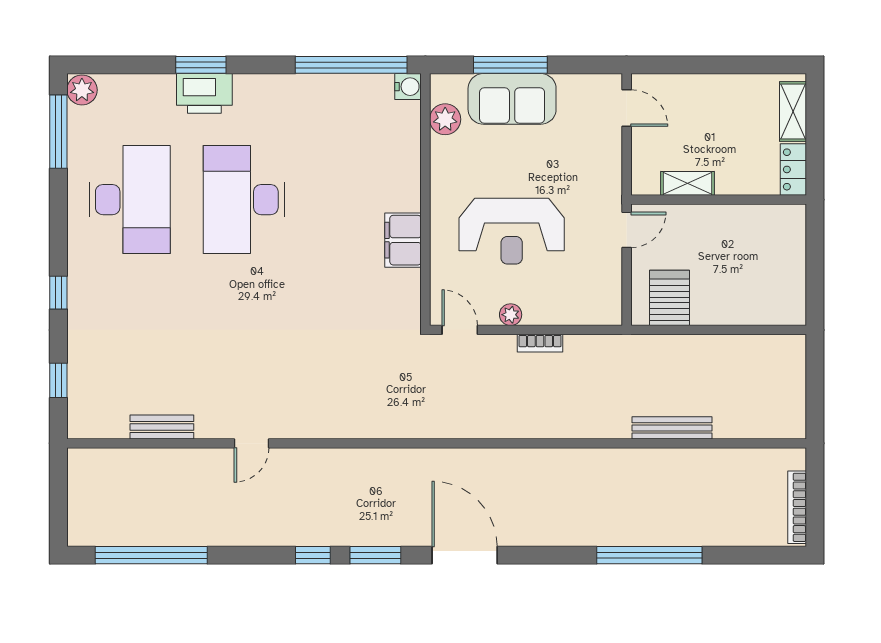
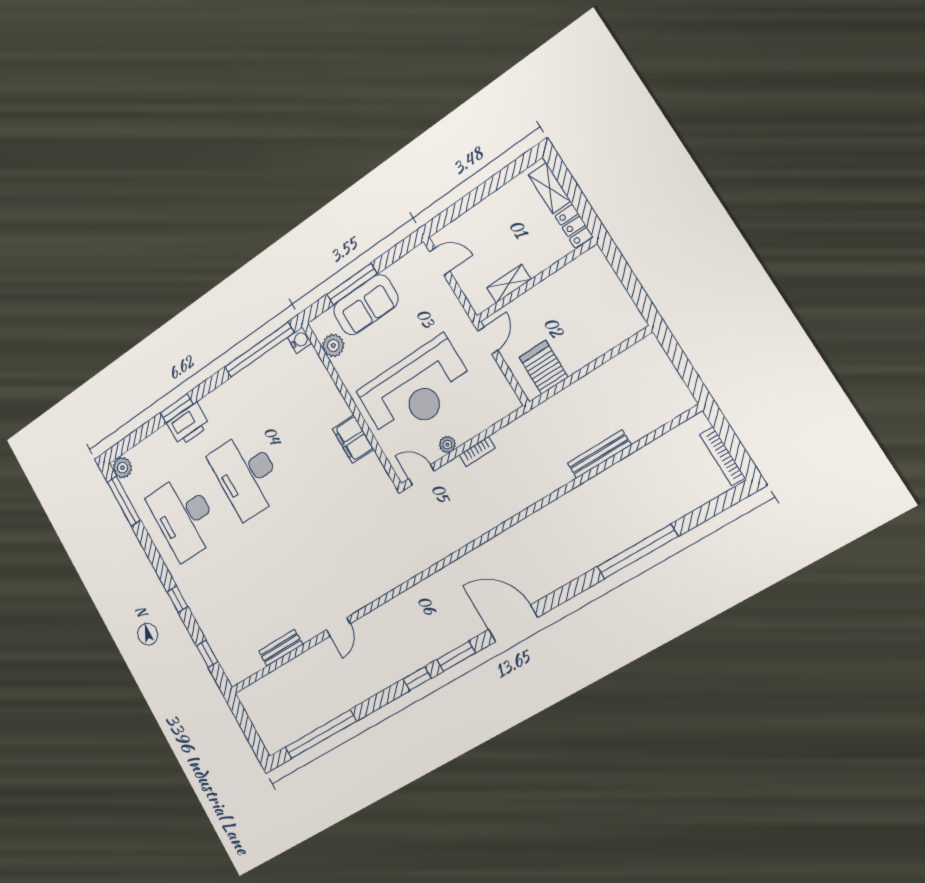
desk: (130, 200) -> (184, 517), turned 180
reception desk: (512, 231) -> (416, 390), width x1.36, depth x1.30

